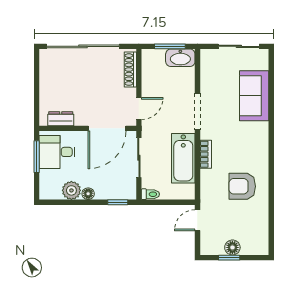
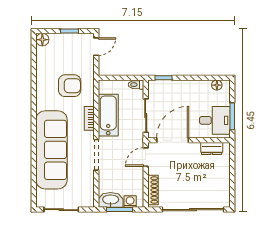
washing machine: (157, 56) -> (130, 202), added
sofa: (254, 96) -> (52, 150), width x1.85, depth x1.27
armchair: (242, 186) -> (70, 86), moved
plant: (71, 190) -> (203, 88), removed
floor lamp: (88, 194) -> (217, 85), moved
door: (197, 220) -> (96, 47), moved
floor lamp: (232, 247) -> (42, 40), moved

